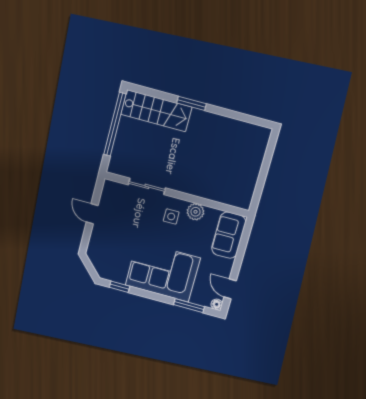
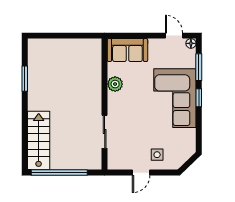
window: (192, 103) -> (25, 79), moved
side table: (171, 216) -> (157, 155), moved
window: (120, 287) -> (199, 98), moved
door: (230, 289) -> (174, 36), swing flipped

